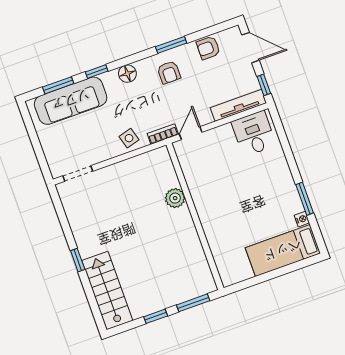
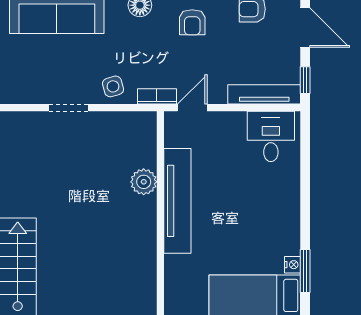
doorway: (78, 173) -> (69, 108), moved
window: (305, 199) -> (305, 271), moved
tv unit: (204, 203) -> (177, 201), added

